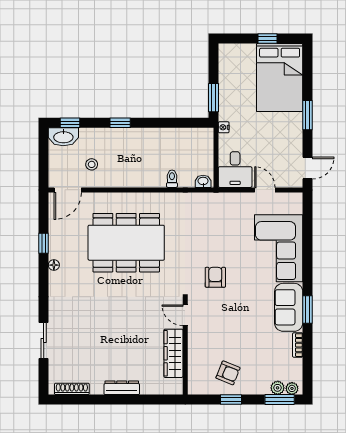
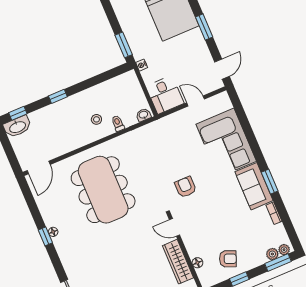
stool: (92, 164) -> (96, 119), moved
window: (44, 243) -> (45, 236), moved
dining table: (126, 243) -> (103, 190), turned 90
floor lamp: (194, 363) -> (197, 263), added

